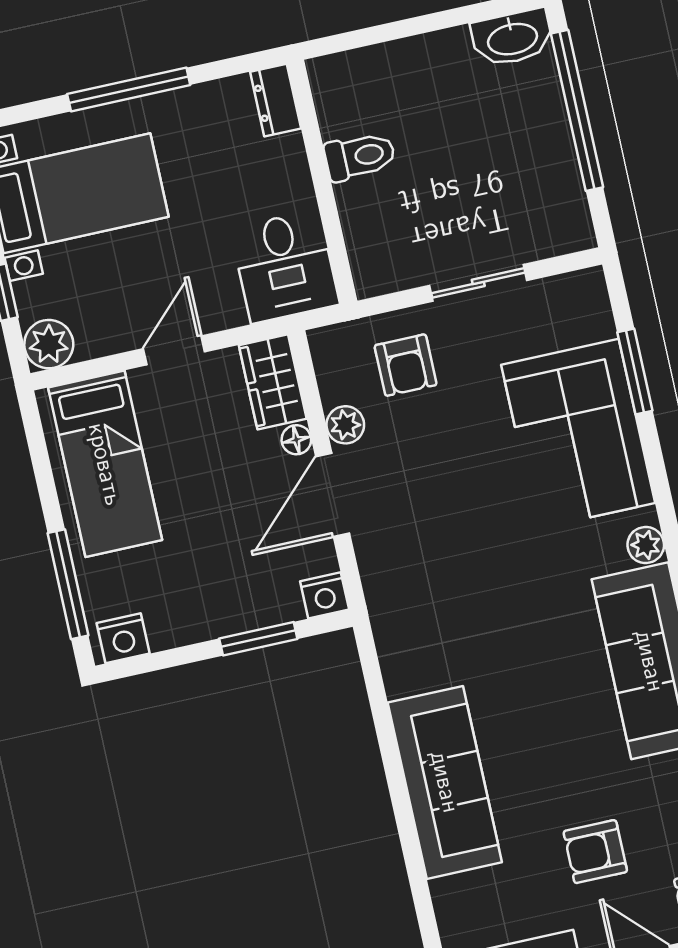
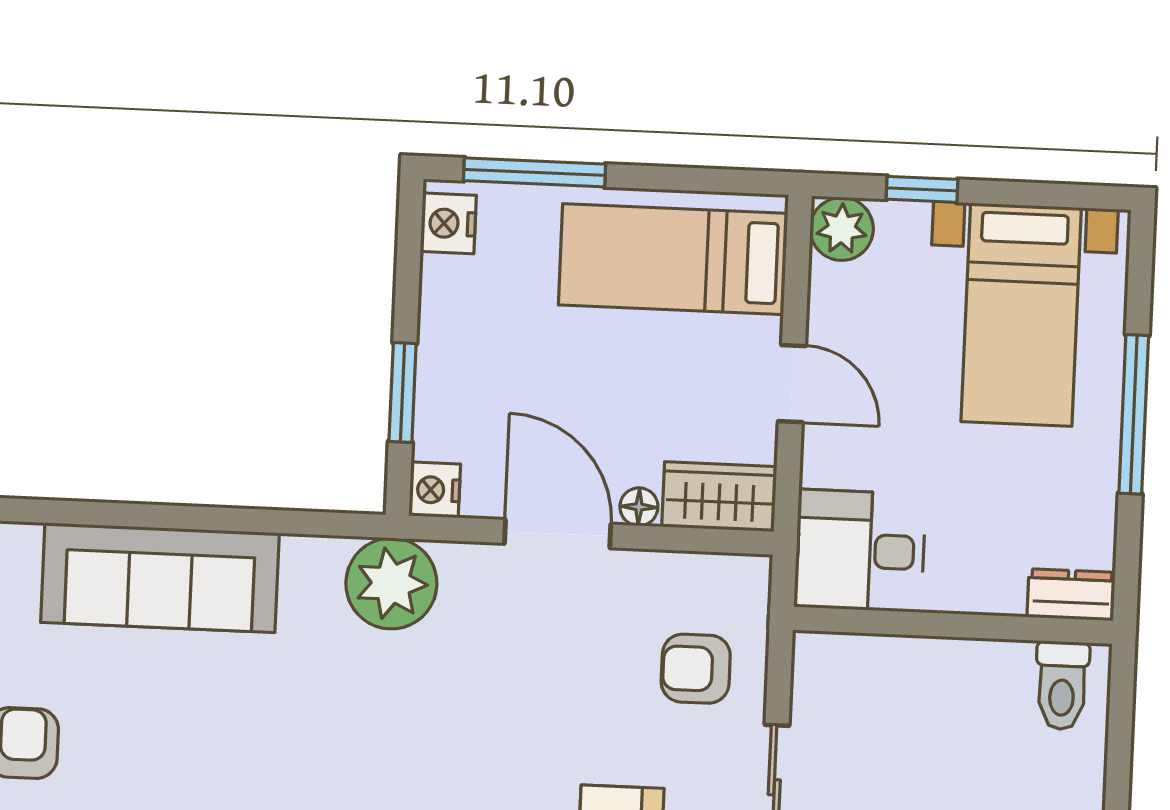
toilet: (360, 156) -> (1062, 685), moved
plant: (345, 425) -> (391, 583), moved, width x1.87, depth x1.87

